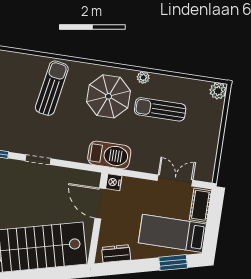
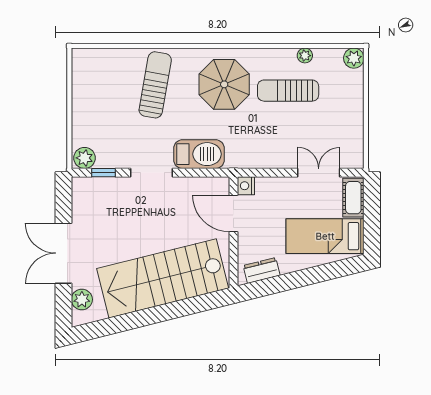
plant: (143, 77) -> (305, 56), moved
barbecue: (109, 155) -> (199, 154), moved
doorway: (38, 160) -> (151, 173), width x1.38
window: (173, 263) -> (331, 271), removed

